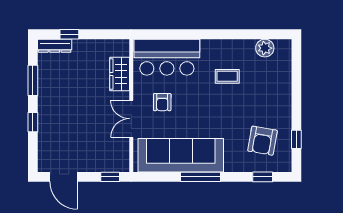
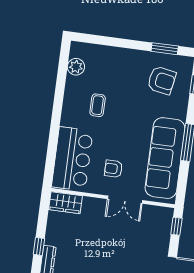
wardrobe: (120, 74) -> (65, 203), moved
armchair: (162, 102) -> (113, 169), turned 180
window: (296, 139) -> (165, 49), width x1.50

